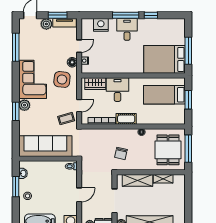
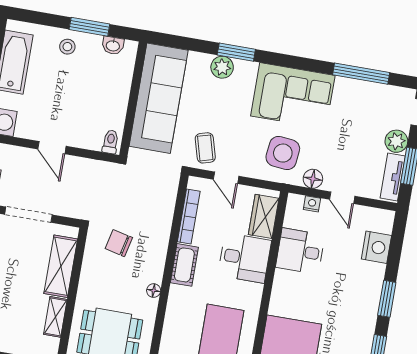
window: (126, 15) -> (387, 299), width x0.69
desk: (127, 29) -> (300, 251), moved, turned 180
plant: (24, 105) -> (222, 67), moved

